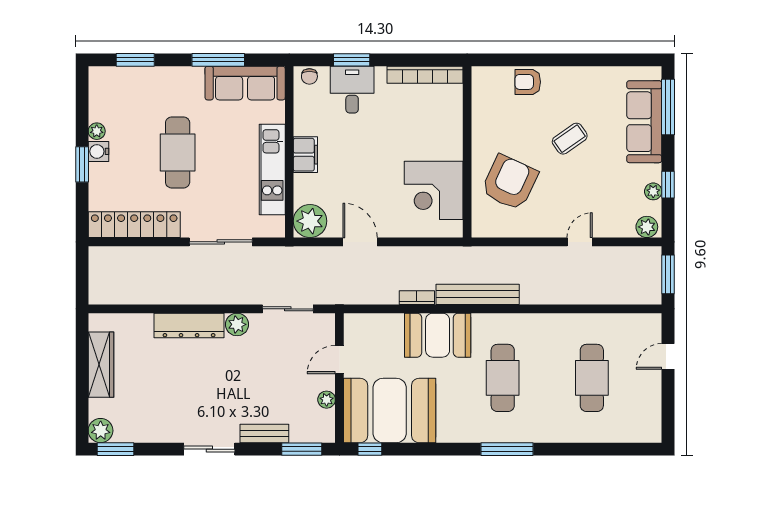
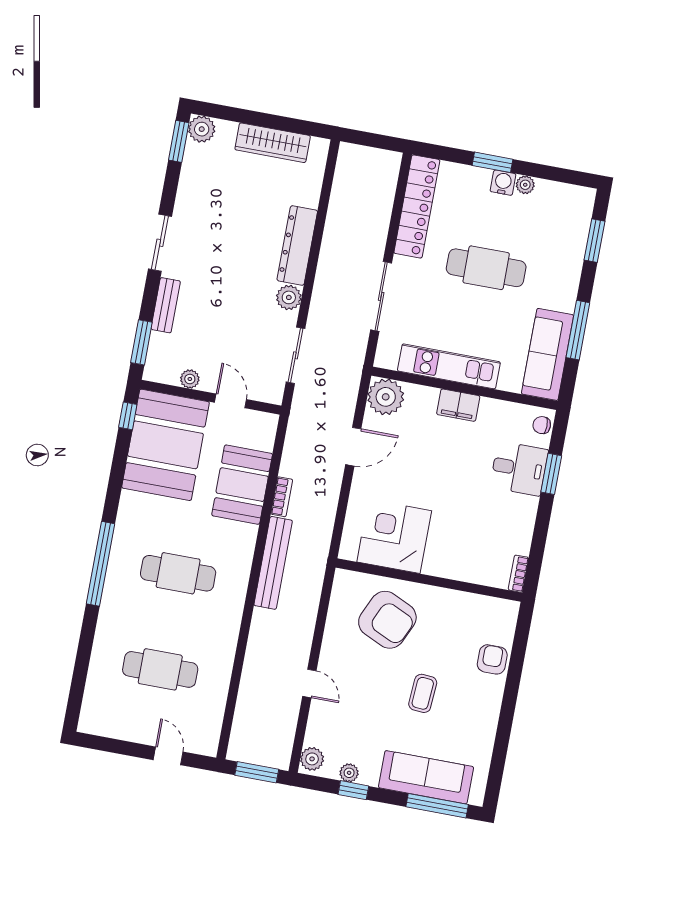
bookcase: (425, 75) -> (518, 574), width x0.43, depth x0.76
coffee table: (570, 139) -> (423, 693), turned 39
booth: (438, 335) -> (242, 485), moved
window: (507, 449) -> (100, 564), width x1.46

